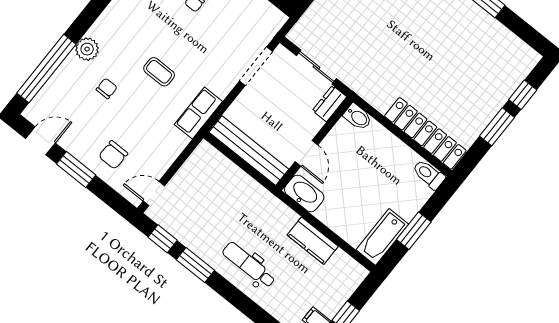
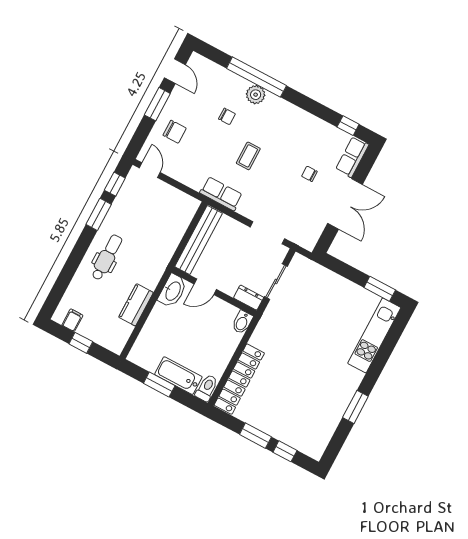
window: (46, 69) -> (256, 77), moved
chair: (113, 155) -> (175, 132), turned 180
bathtub: (382, 237) -> (178, 376), moved

